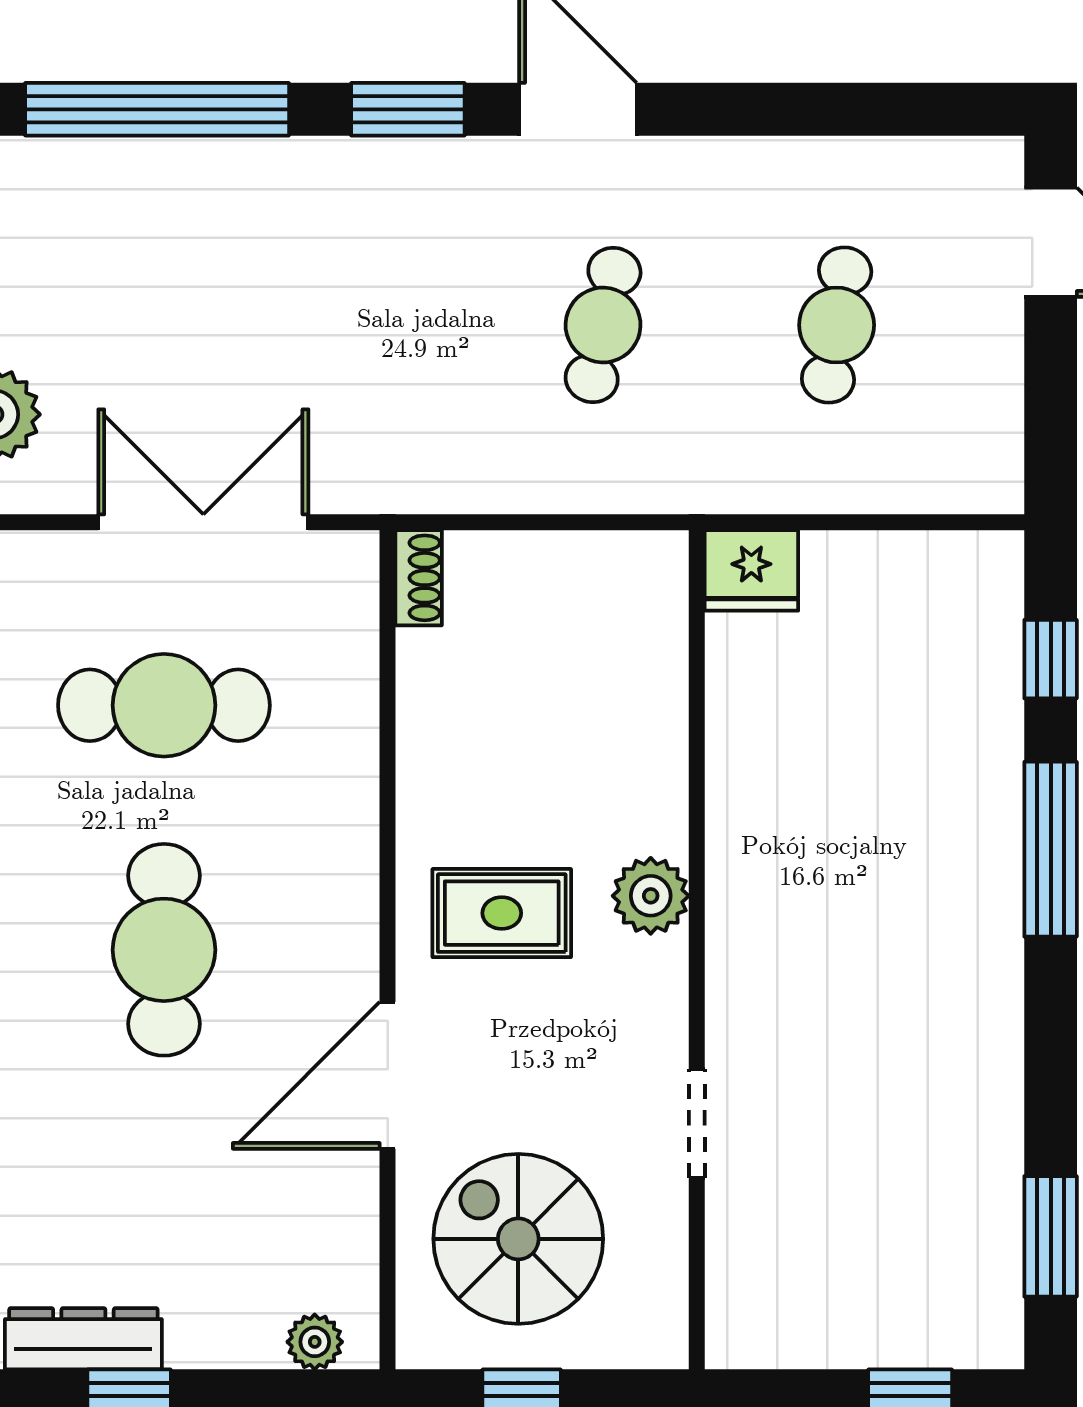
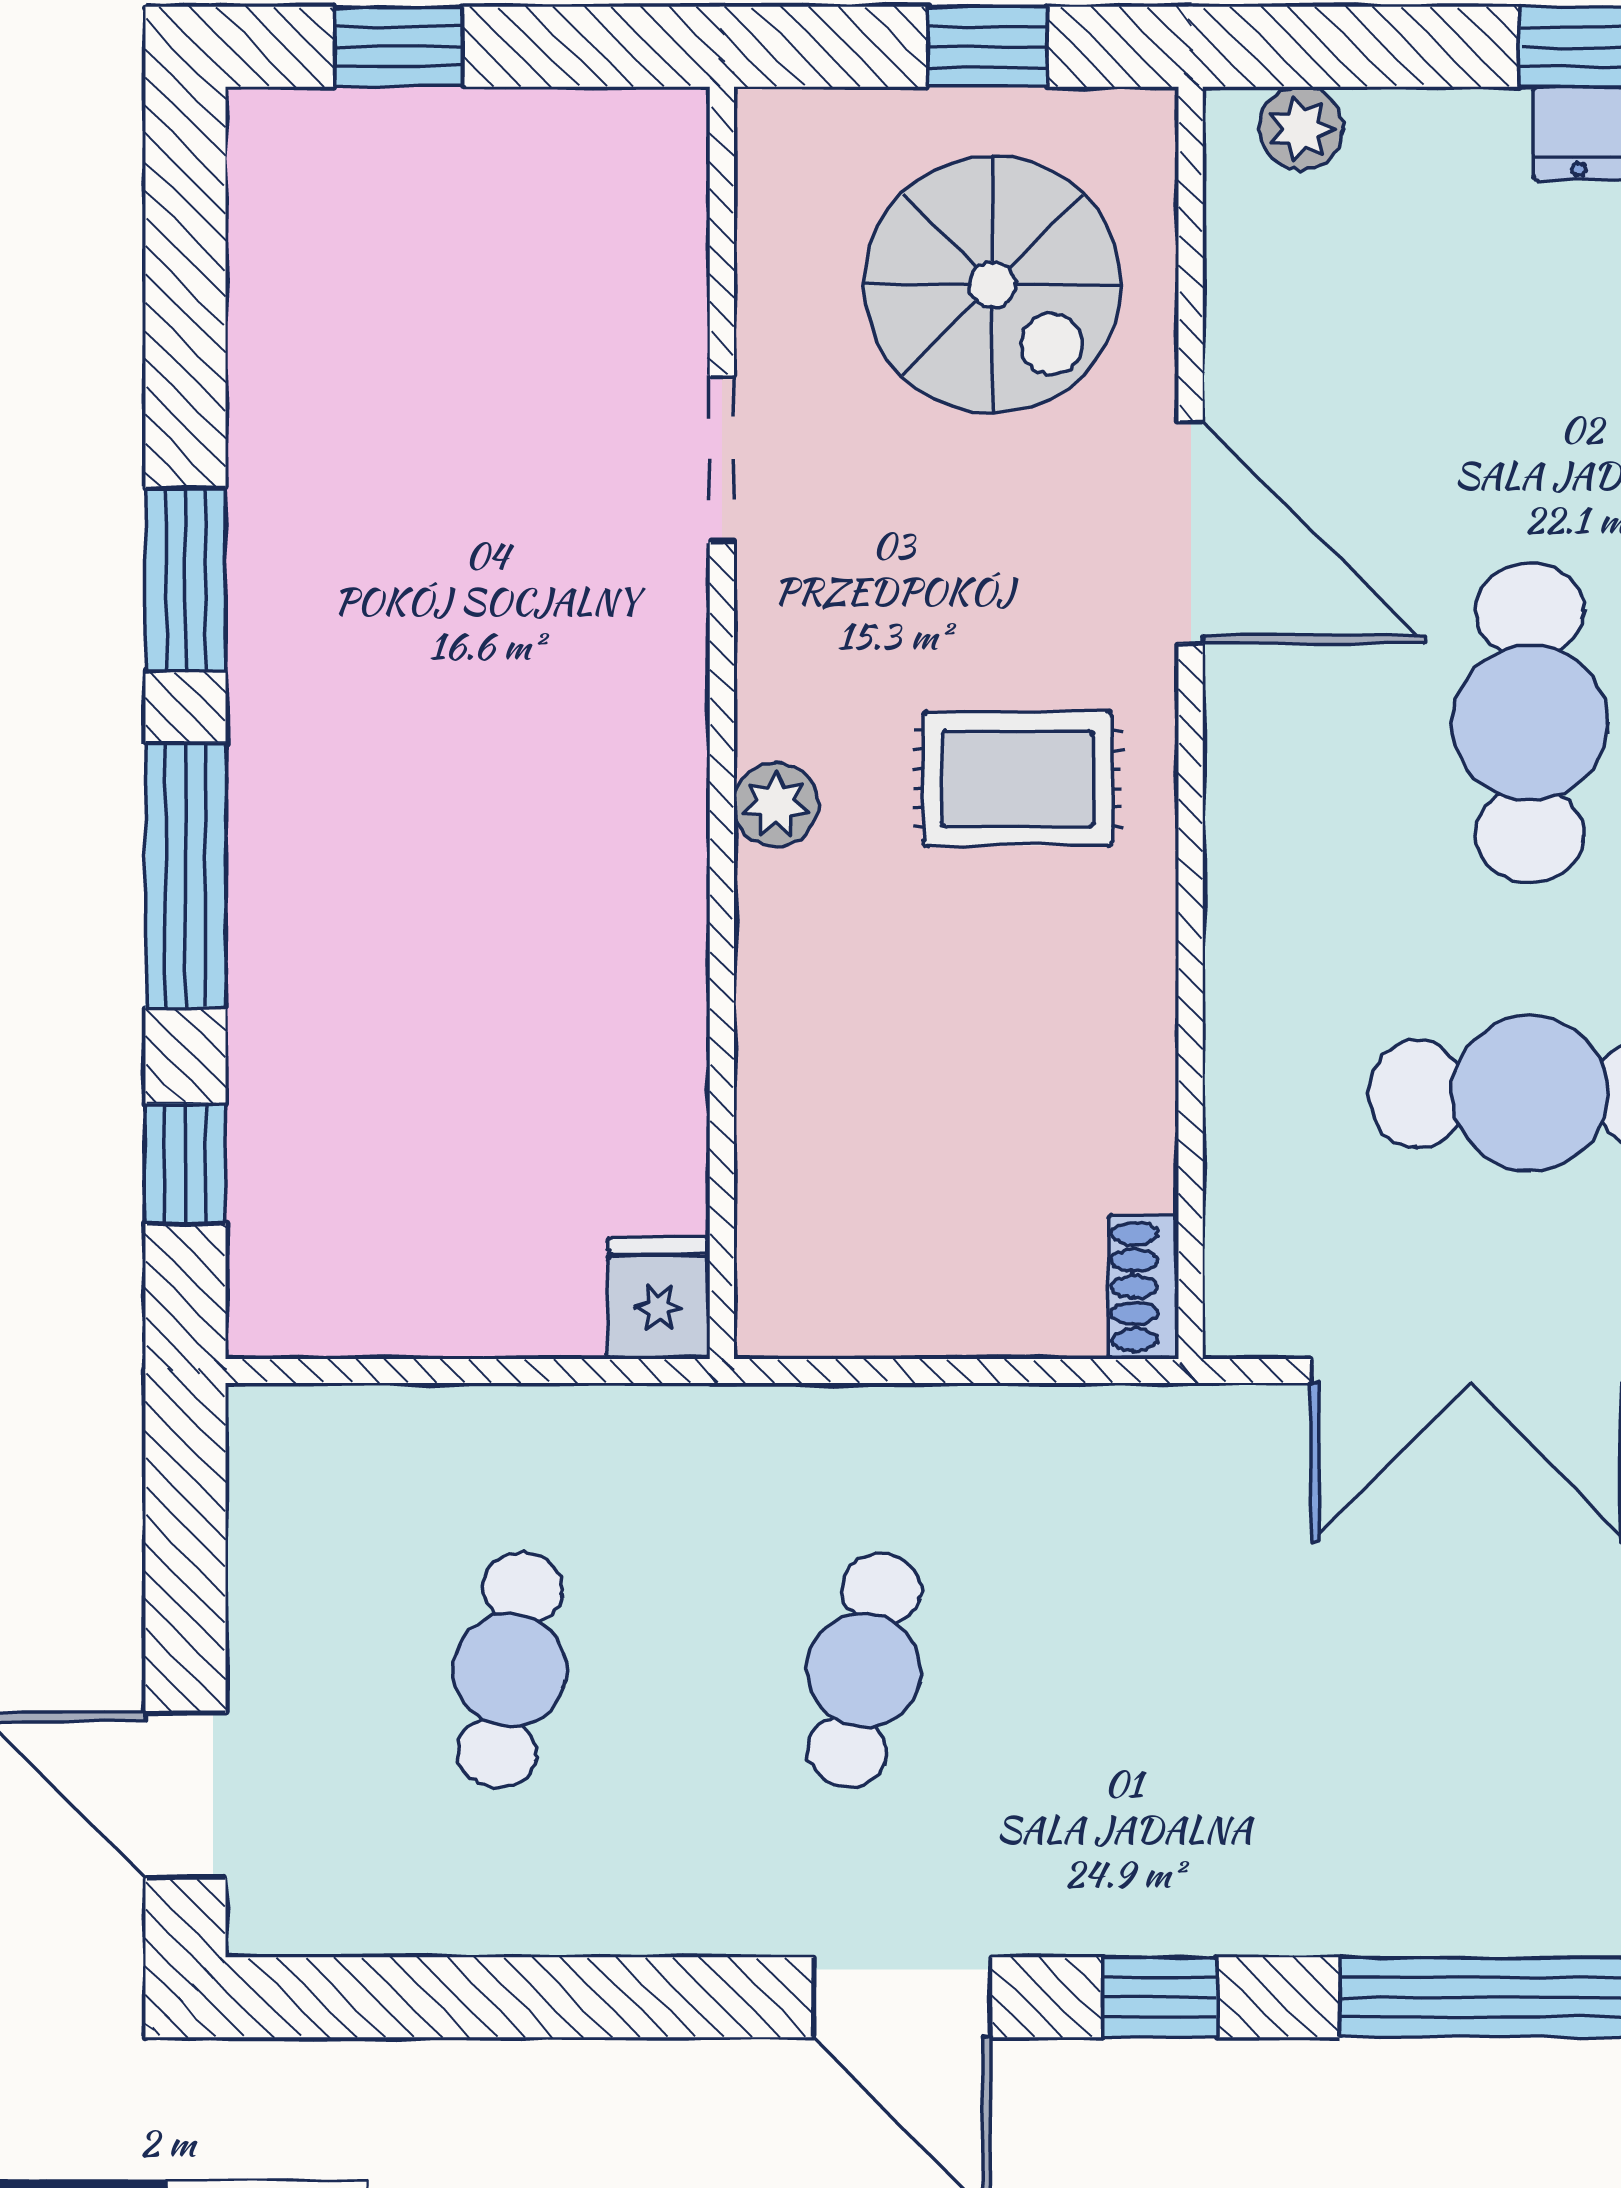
window: (408, 109) -> (1160, 1997), width x0.67
fridge: (751, 570) -> (659, 1298), width x0.72
plant: (651, 896) -> (776, 805), width x0.73, depth x0.73
door: (388, 1075) -> (1191, 532), hinge flipped
window: (1051, 1236) -> (185, 580), moved

